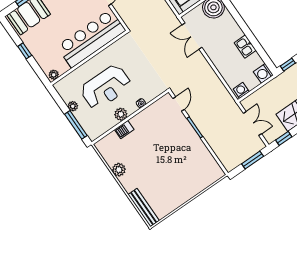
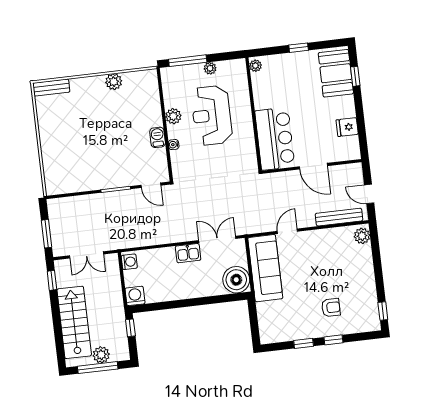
bar counter: (91, 38) -> (275, 139), width x0.73
kitchen sink: (245, 46) -> (188, 253), moved, turned 180
barbecue: (124, 130) -> (158, 137), moved
bench: (144, 208) -> (51, 88), width x0.73

